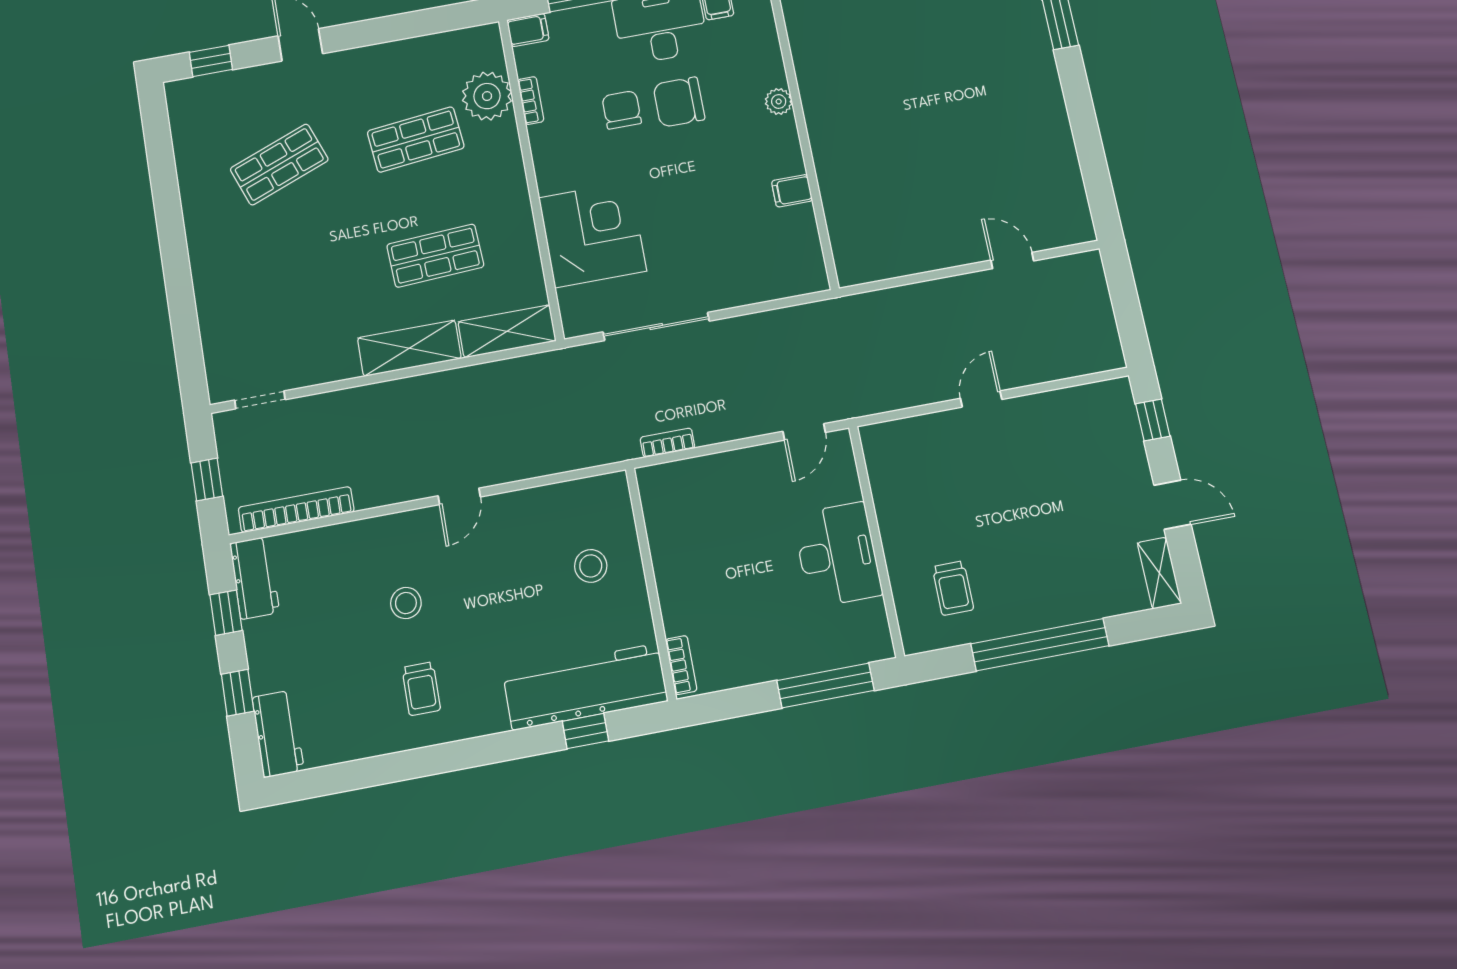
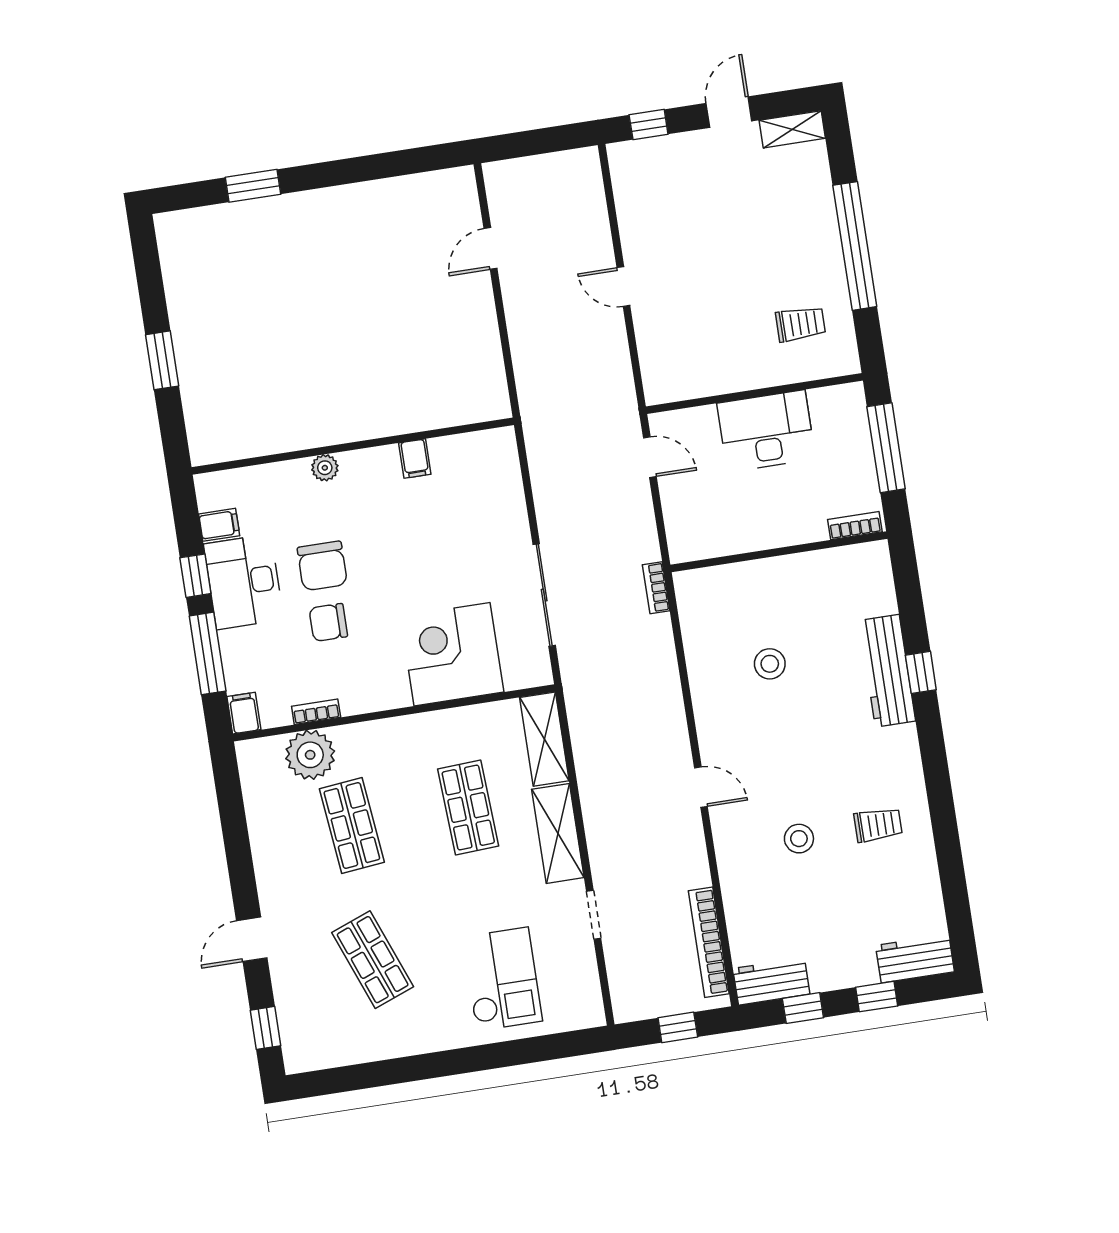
checkout: (259, 296) -> (502, 979), added
doorway: (260, 400) -> (594, 915), moved
wall: (651, 583) -> (779, 552), moved
bookcase: (681, 665) -> (855, 526), moved
workbench: (585, 687) -> (887, 671), width x0.73, depth x0.76

